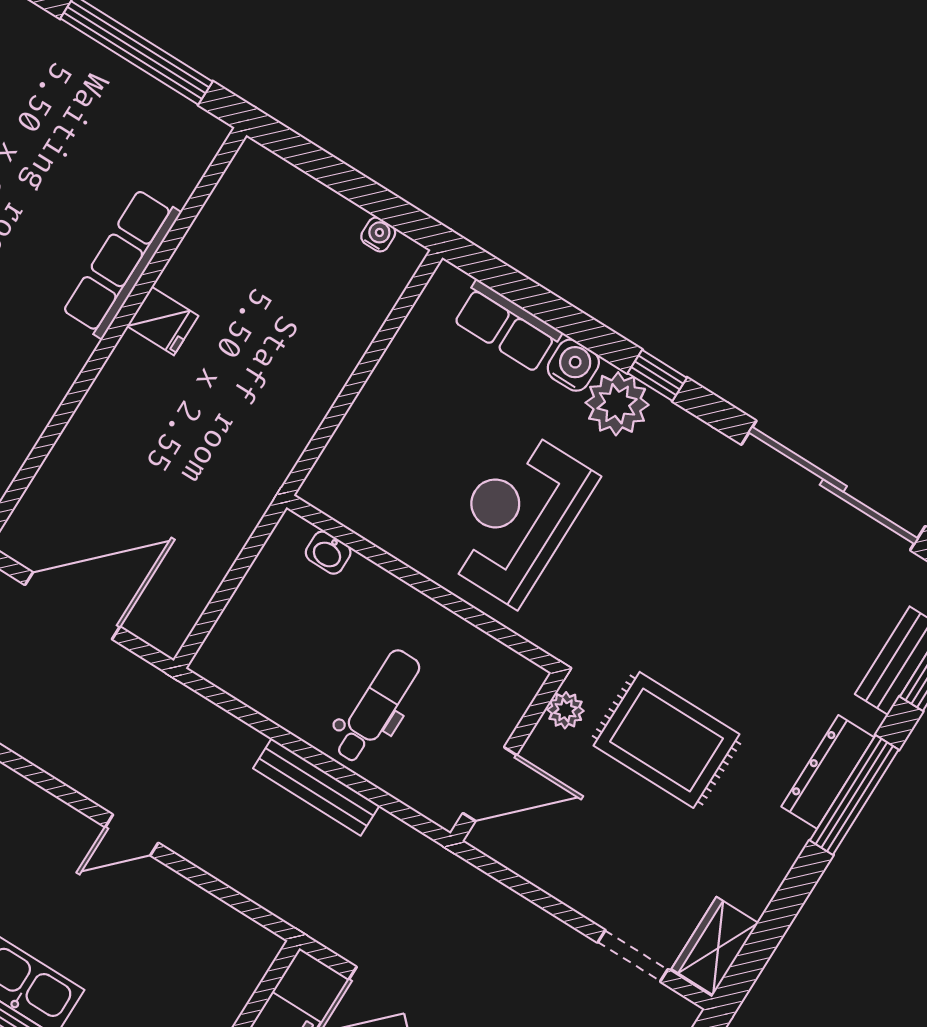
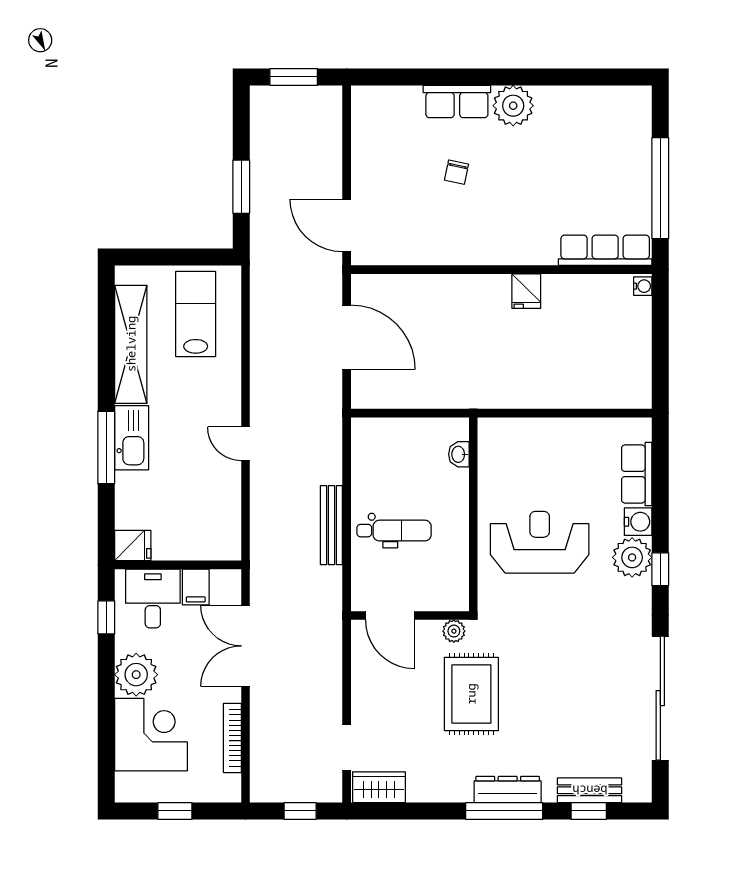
water cooler: (378, 234) -> (643, 286), moved
row of seats: (121, 263) -> (605, 250), moved

